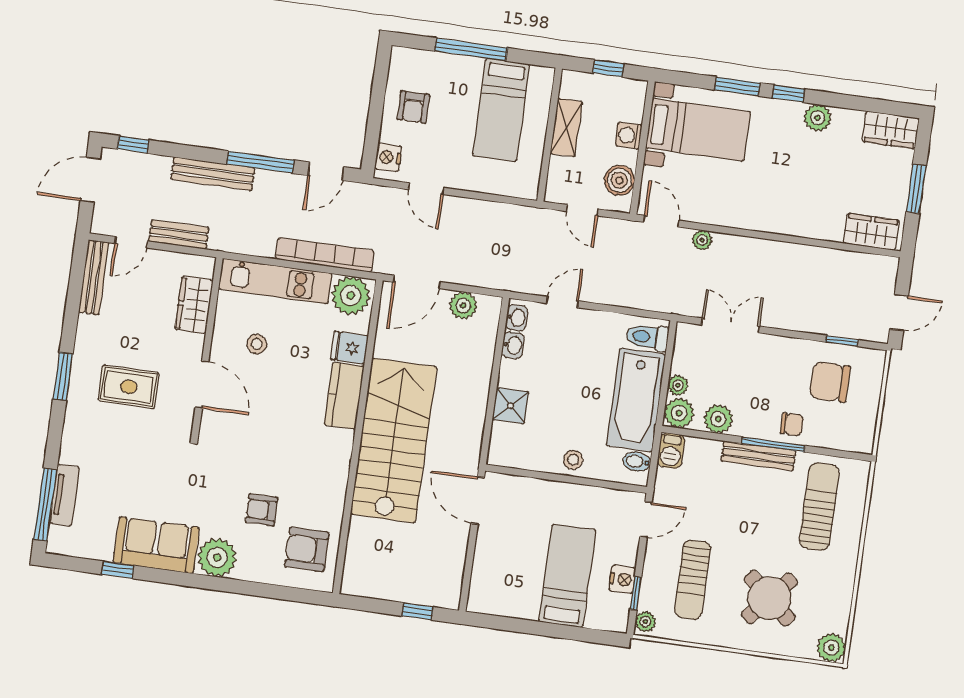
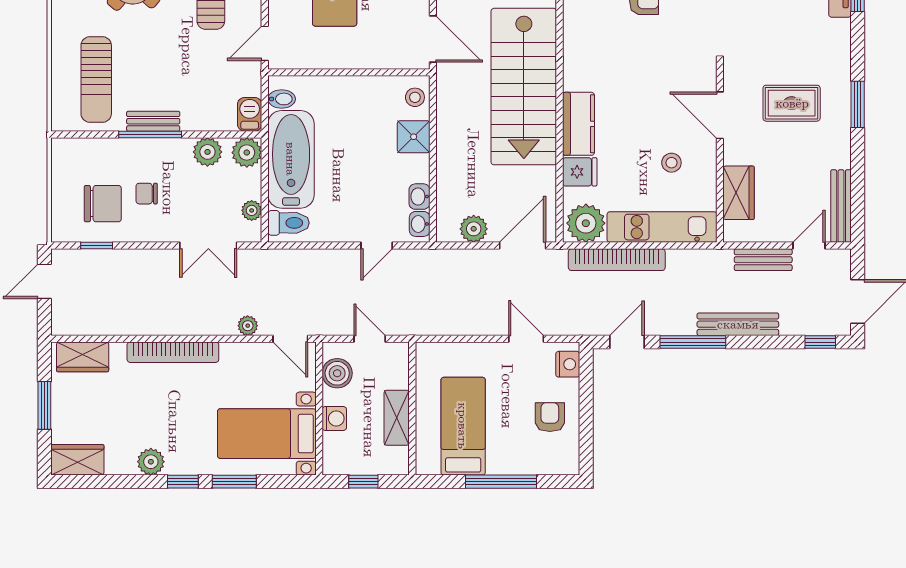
bookcase: (780, 224) -> (173, 352), added
plant: (678, 385) -> (252, 210), moved
chair: (792, 424) -> (147, 194), moved
bench: (758, 456) -> (153, 121), width x0.73
stool: (573, 460) -> (415, 97), moved

